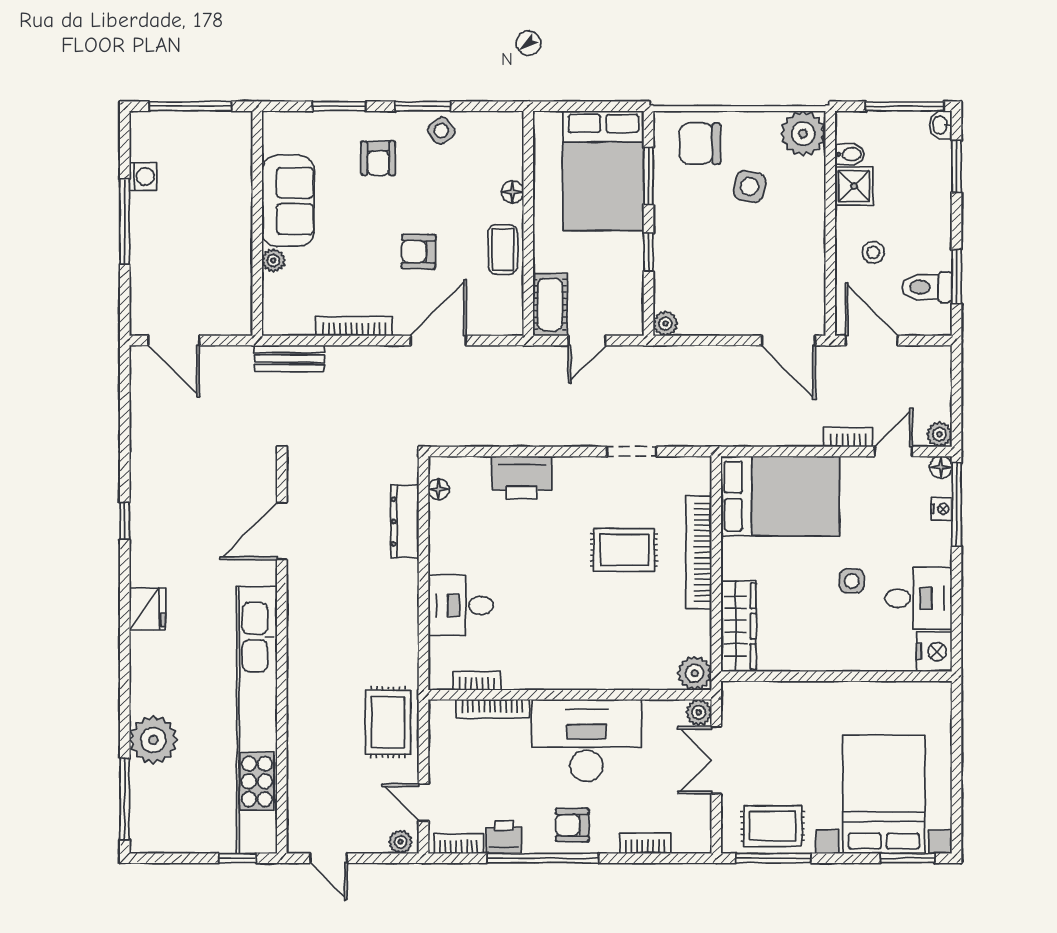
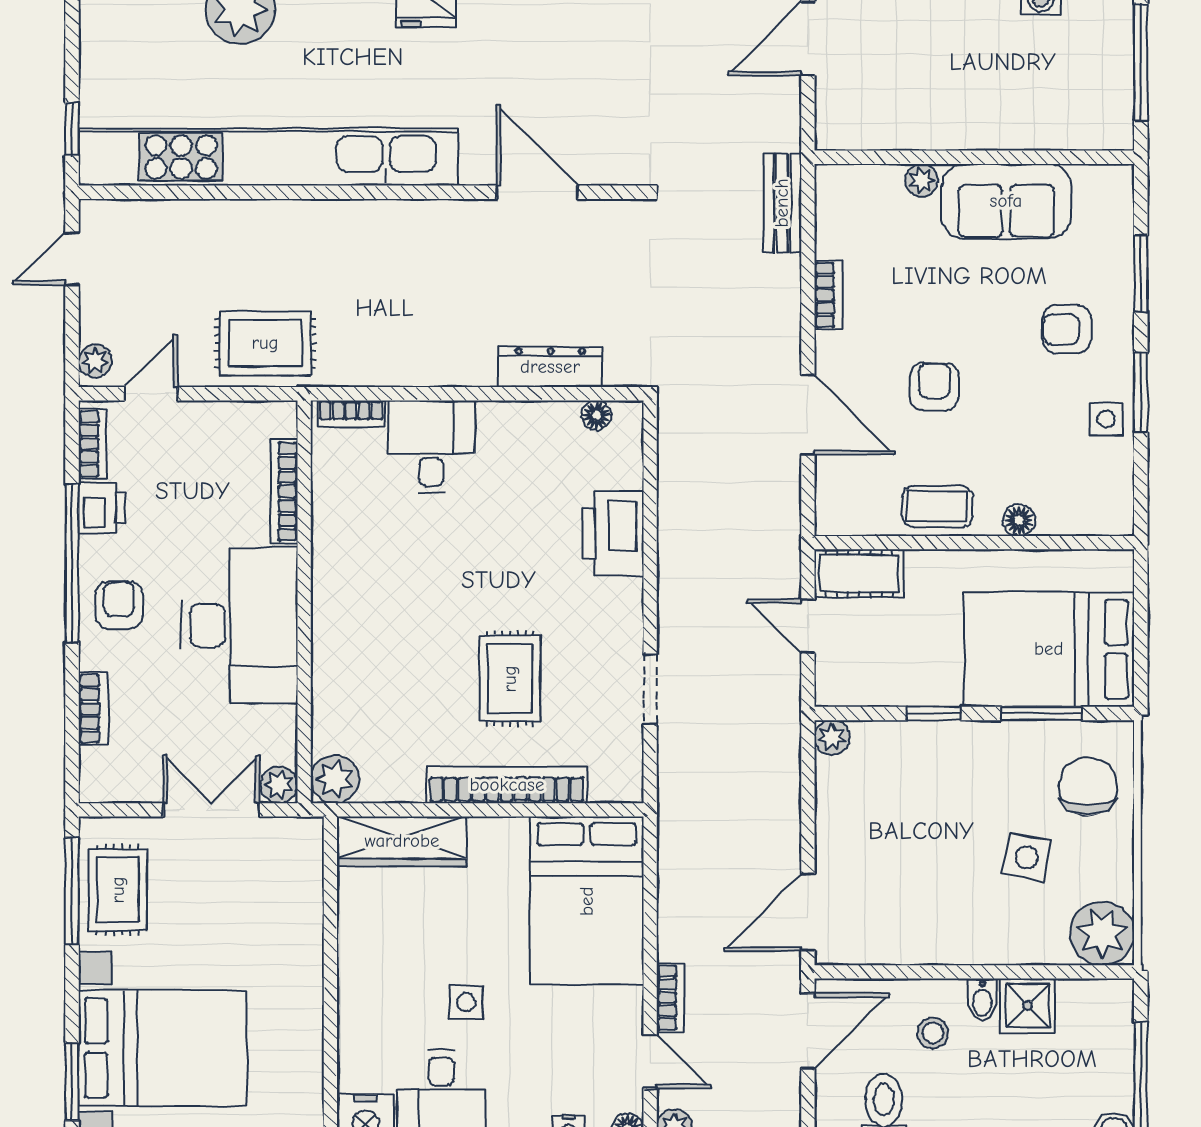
side table: (441, 131) -> (1106, 419), turned 37
bidet: (850, 154) -> (982, 1000), moved
bookcase: (354, 326) -> (828, 295), width x0.64
bookcase: (477, 681) -> (351, 414), moved, turned 90

